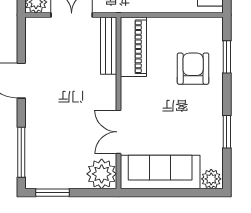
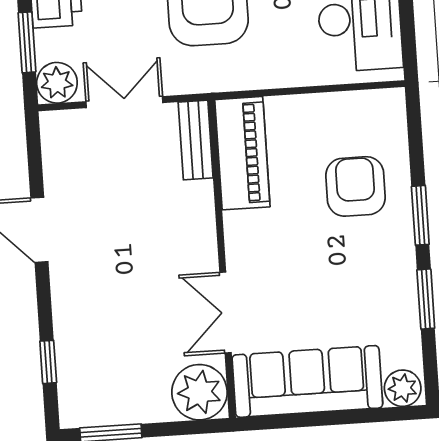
bench: (109, 46) -> (196, 140), width x0.73
window: (227, 57) -> (420, 215), moved
window: (21, 152) -> (48, 362), width x0.46

